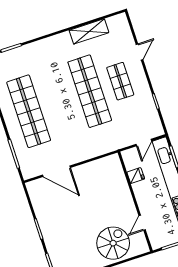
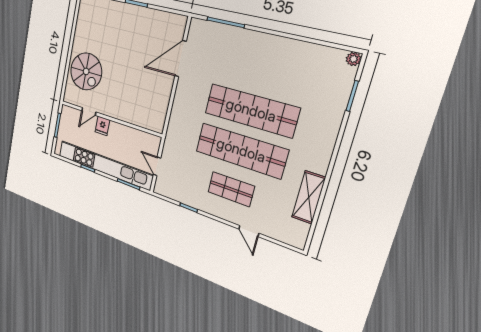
shop shelf: (29, 111) -> (251, 110), moved
fridge: (136, 176) -> (102, 126), moved
door: (142, 223) -> (89, 111), swing flipped

